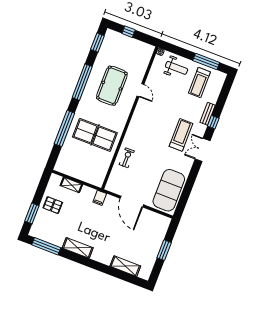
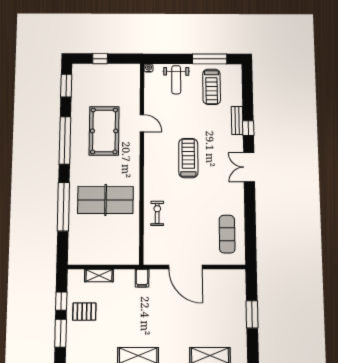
weight bench: (177, 68) -> (176, 80), turned 90
treadmill: (181, 135) -> (188, 158), moved
exercise mat: (169, 190) -> (227, 234), width x0.50, depth x0.69
window: (40, 192) -> (61, 301), added

